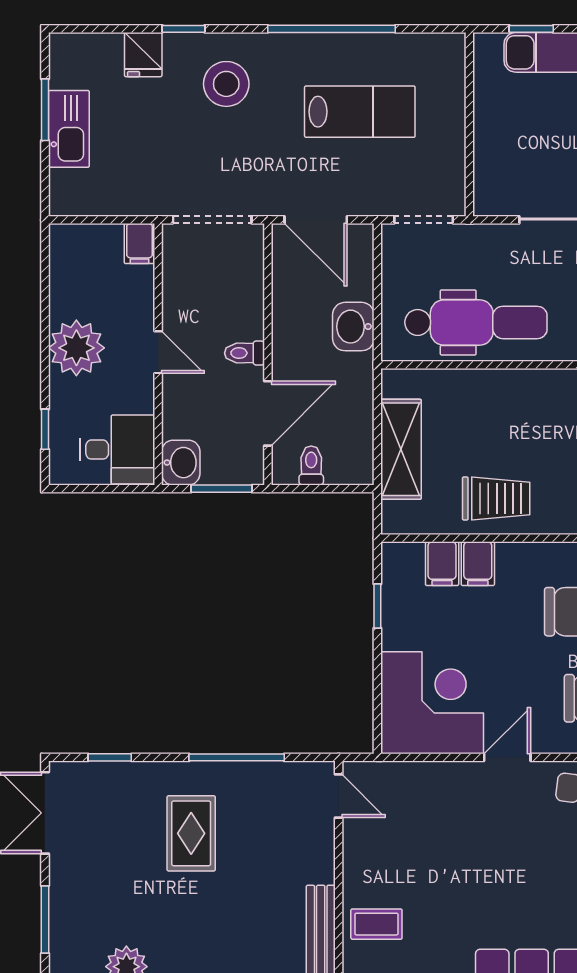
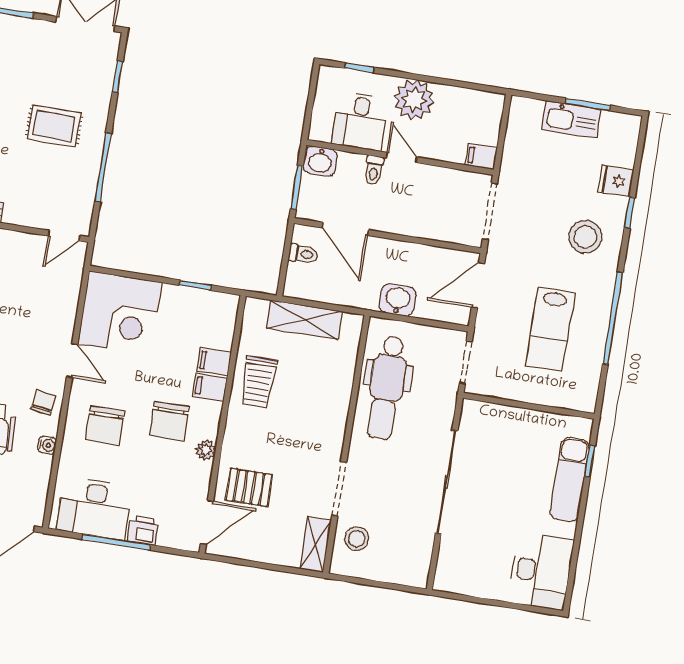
door: (158, 352) -> (401, 158), swing flipped
toilet: (244, 353) -> (374, 170), moved, turned 180
desk: (117, 450) -> (360, 121), moved
filing cabinet: (442, 564) -> (210, 387), moved

